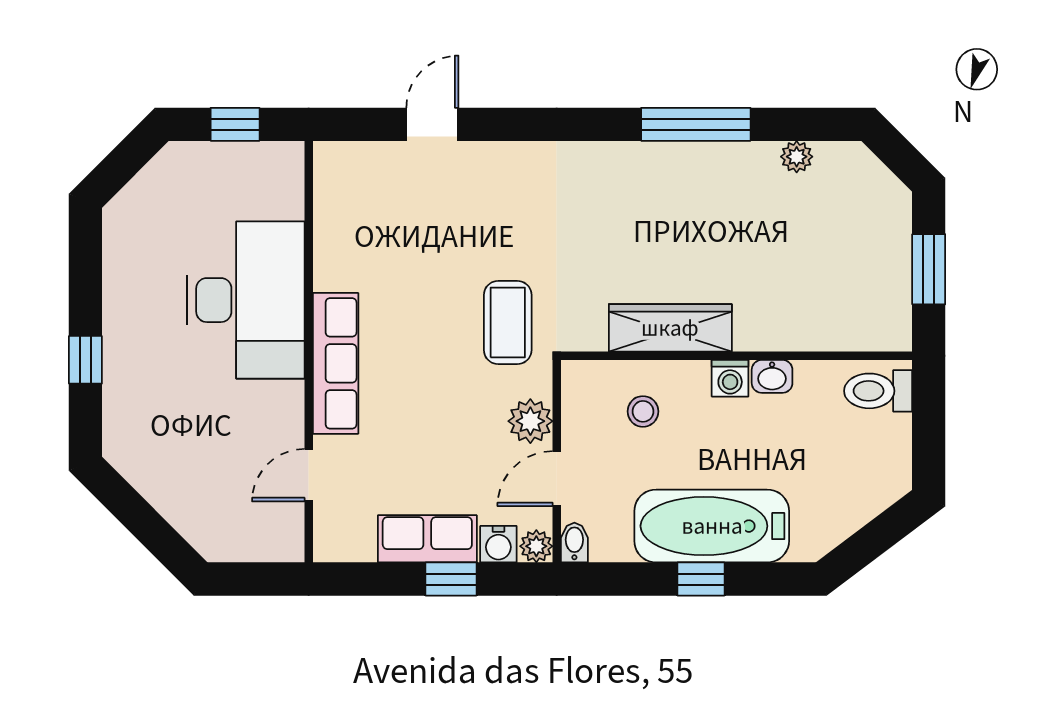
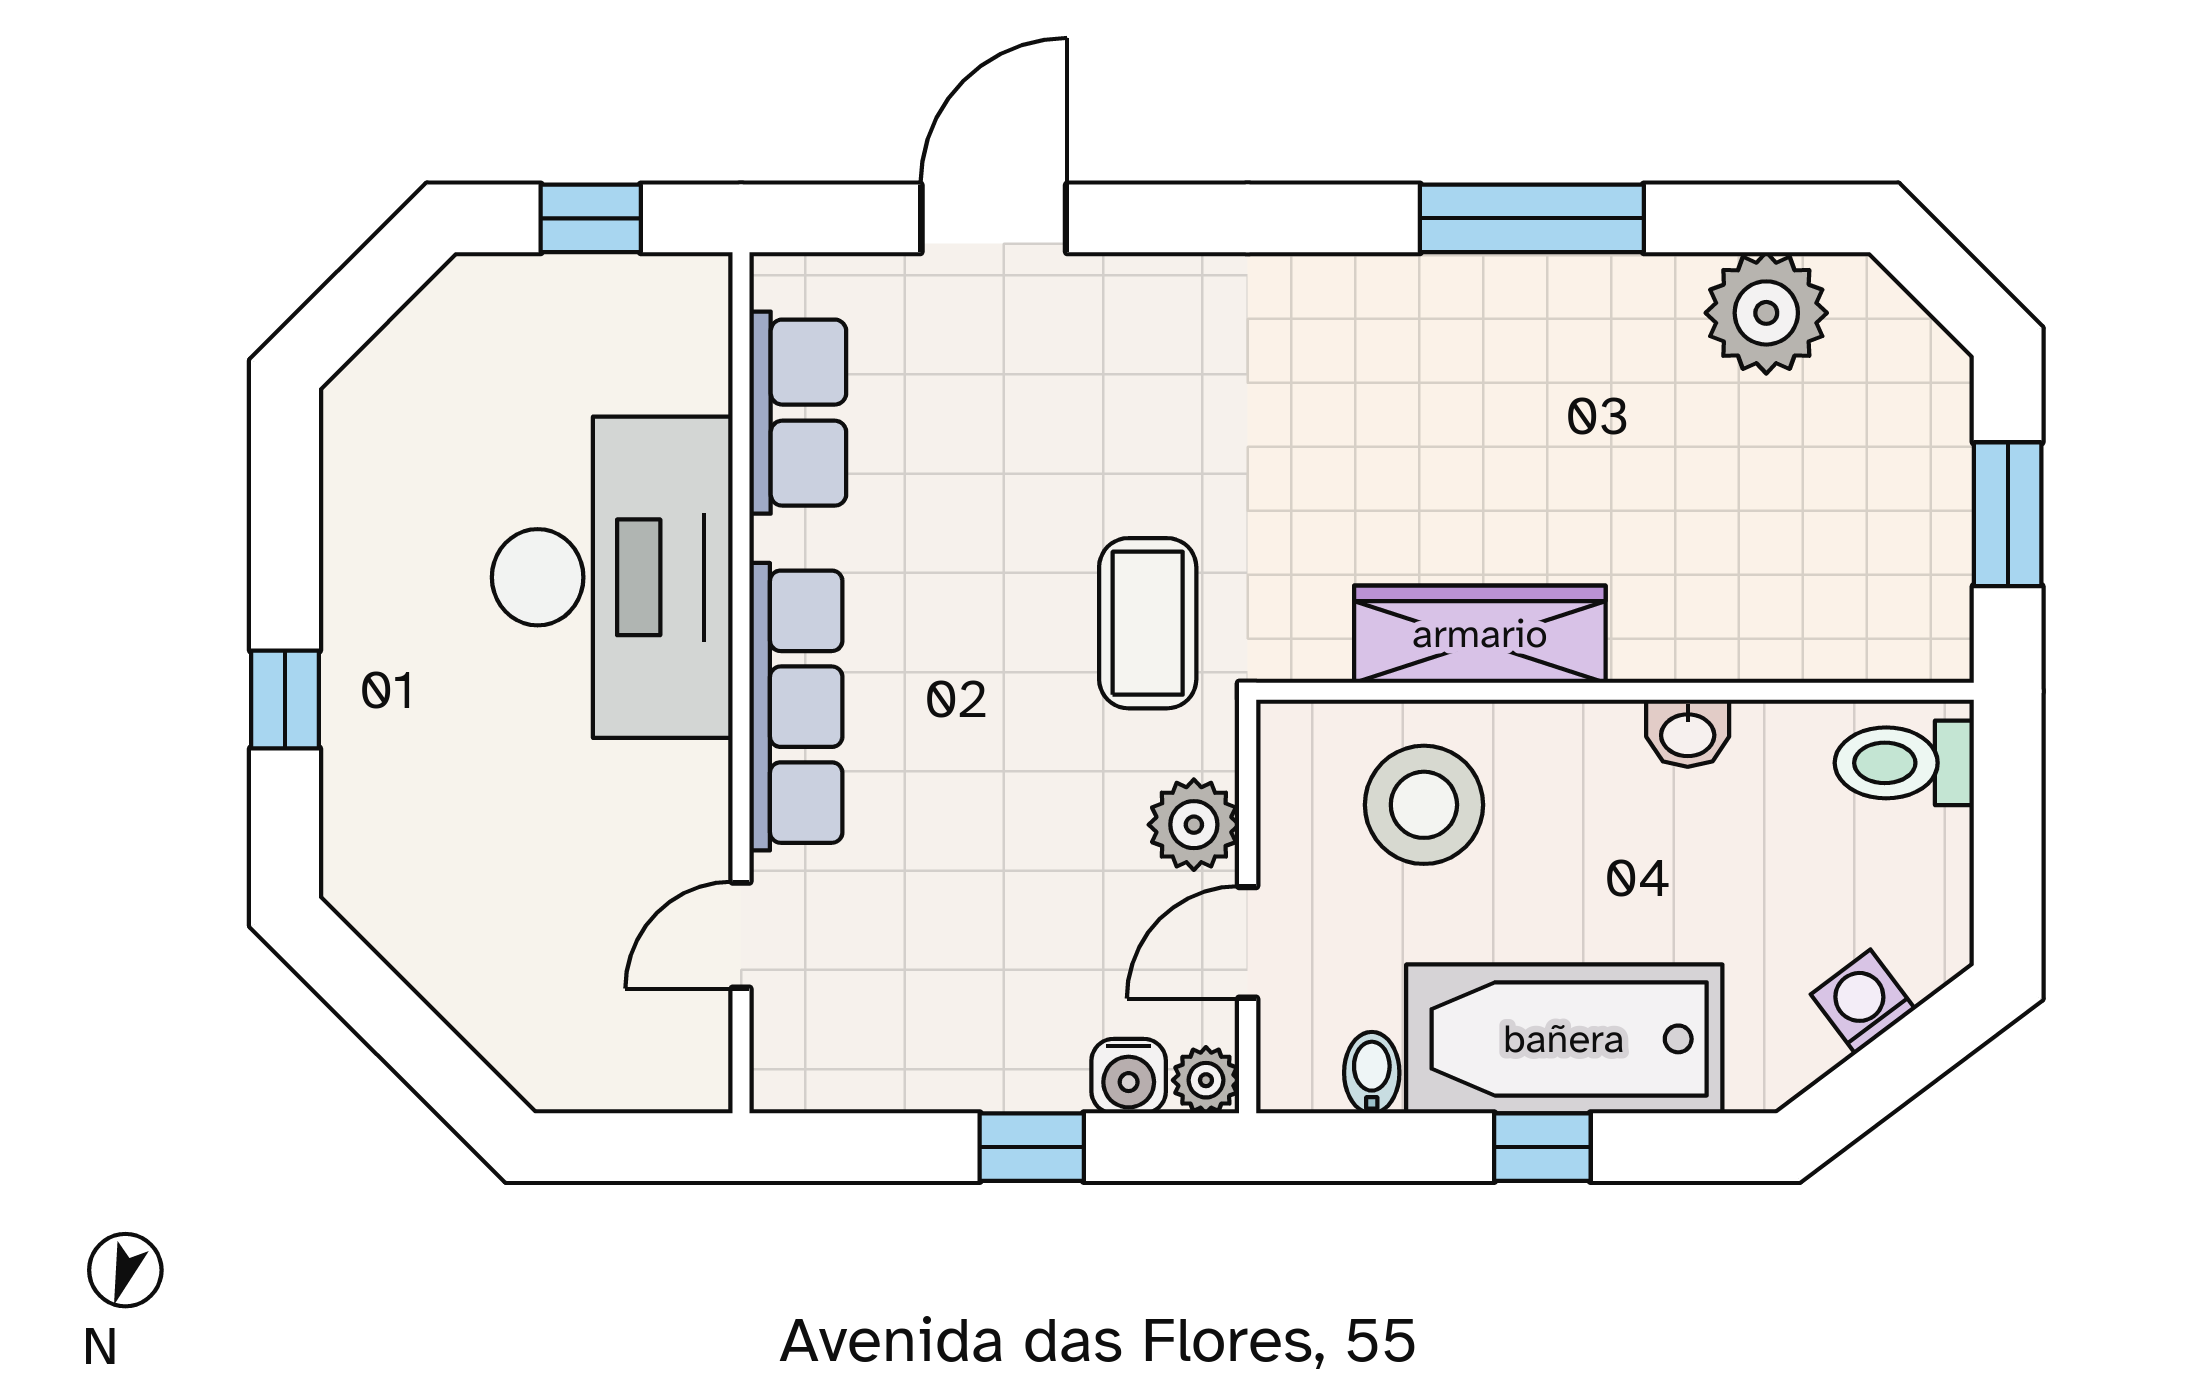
door: (432, 124) -> (994, 218), width x1.38
plant: (797, 157) -> (1766, 313), width x1.88, depth x1.88
washing machine: (730, 378) -> (1863, 1002), moved, turned 143
stool: (643, 411) -> (1424, 805), width x1.89, depth x1.89
row of seats: (427, 539) -> (798, 413), moved, turned 90
bidet: (574, 543) -> (1372, 1073), moved

